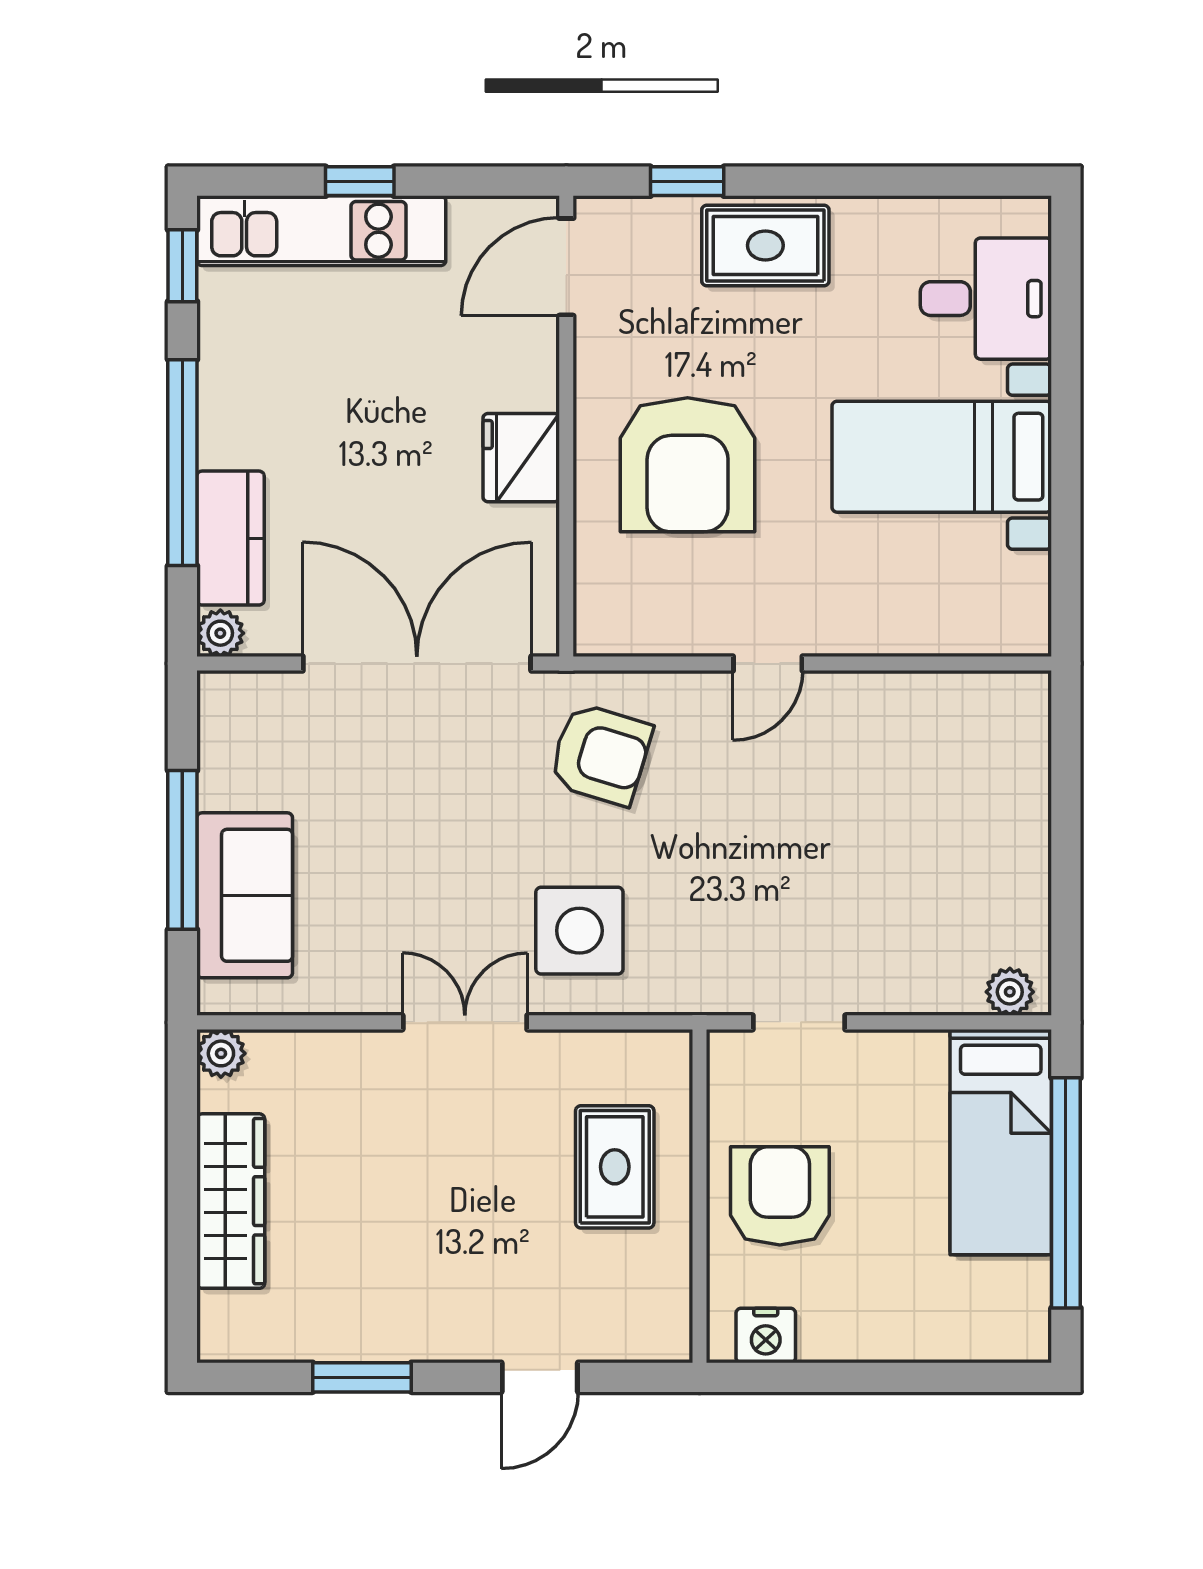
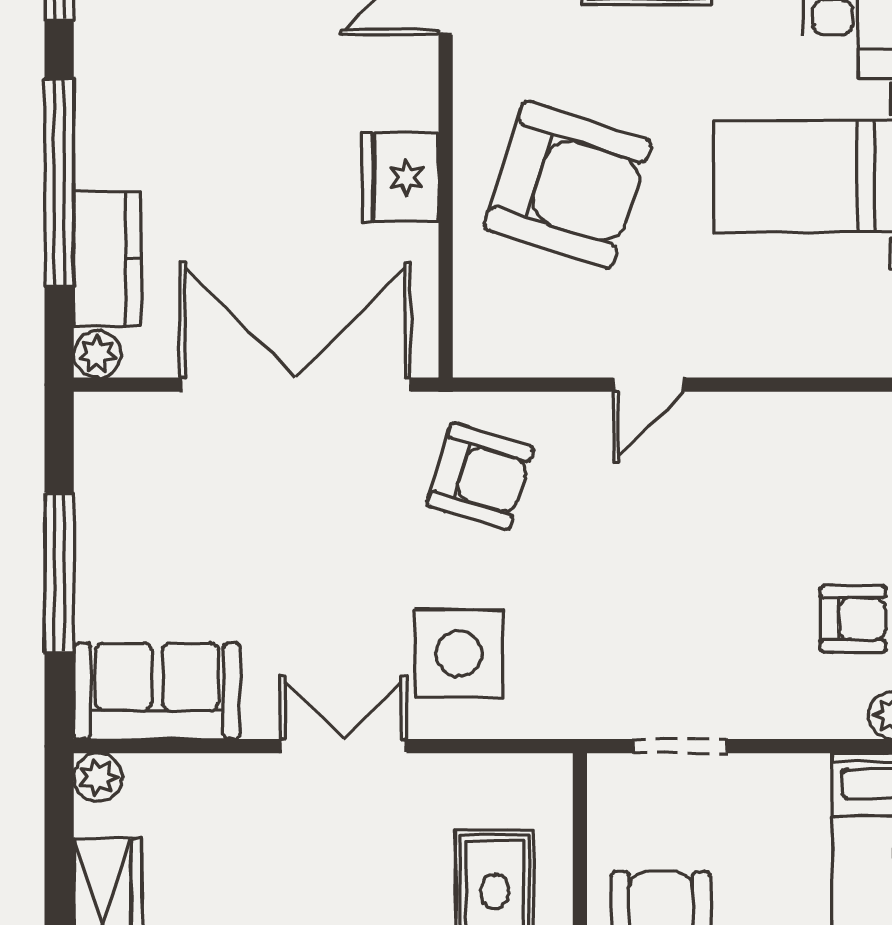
armchair: (688, 465) -> (568, 185), turned -72
sofa: (245, 895) -> (157, 691), moved, turned -90
armchair: (971, 896) -> (853, 619), added

